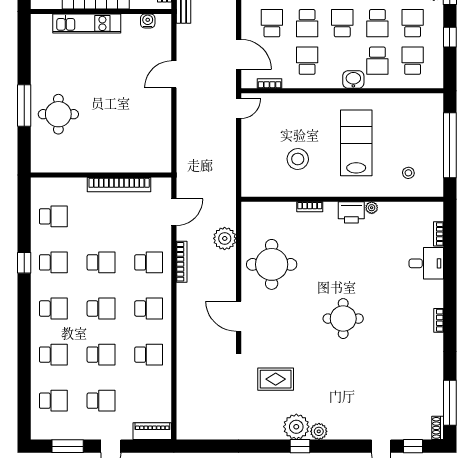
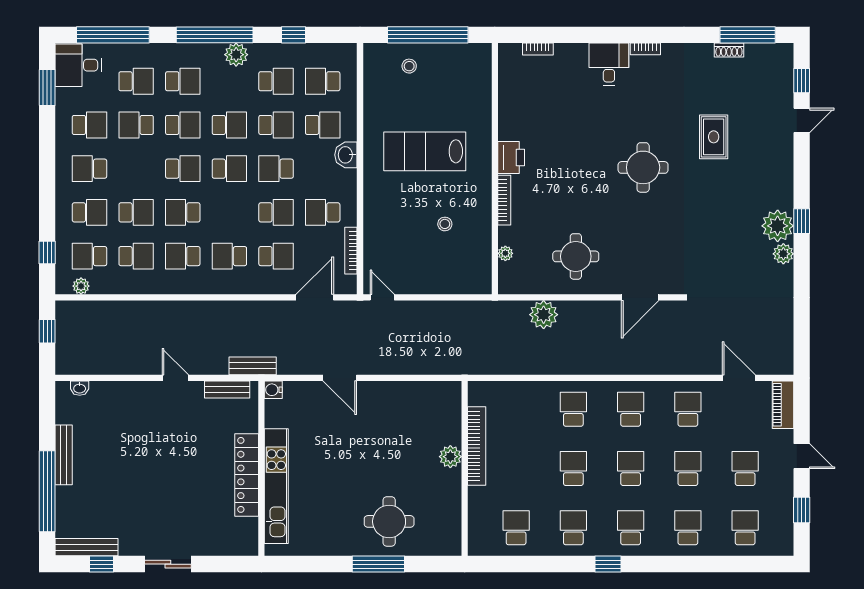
water cooler: (148, 21) -> (273, 390), moved
kitchen unit: (87, 23) -> (276, 486), width x1.36
school desk: (272, 23) -> (276, 256), turned 180
school desk: (413, 23) -> (276, 81), turned 180
bookcase: (270, 84) -> (351, 251), width x1.56
stool: (298, 159) -> (445, 224), width x0.53, depth x0.53
plant: (111, 163) -> (450, 457), added
stool: (408, 173) -> (409, 66), moved
bookcase: (310, 207) -> (504, 200), width x1.56
plant: (372, 208) -> (505, 253), moved
door: (174, 212) -> (739, 378), moved
bookcase: (182, 262) -> (573, 368), removed
window: (24, 263) -> (608, 564), moved
desk: (426, 263) -> (609, 64), moved
round table: (272, 264) -> (576, 256), width x0.73, depth x0.73
rug: (276, 379) -> (714, 137), moved
shoe rack: (438, 428) -> (729, 50), moved
plant: (319, 431) -> (783, 254), moved
window: (68, 446) -> (802, 510), width x0.67

